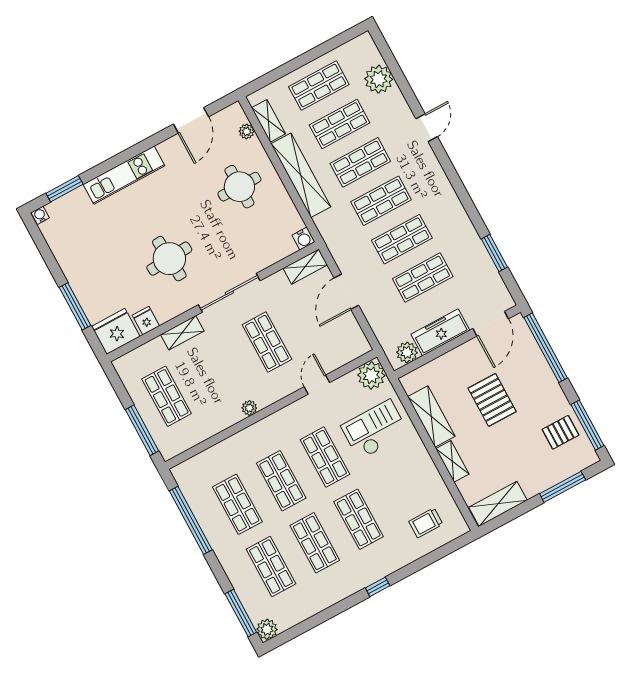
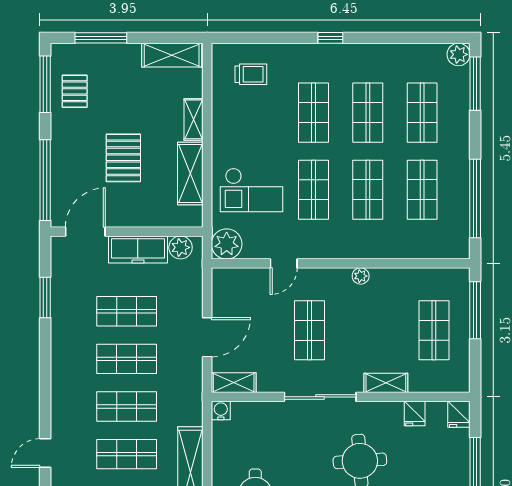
fridge: (116, 331) -> (459, 414), width x0.53, depth x0.75
pallet: (561, 432) -> (75, 91), turned 90

